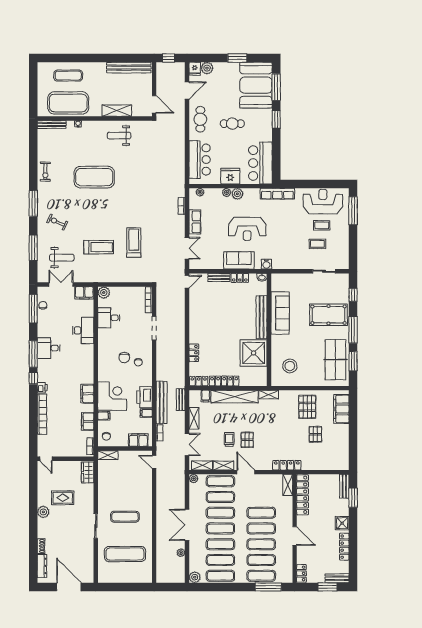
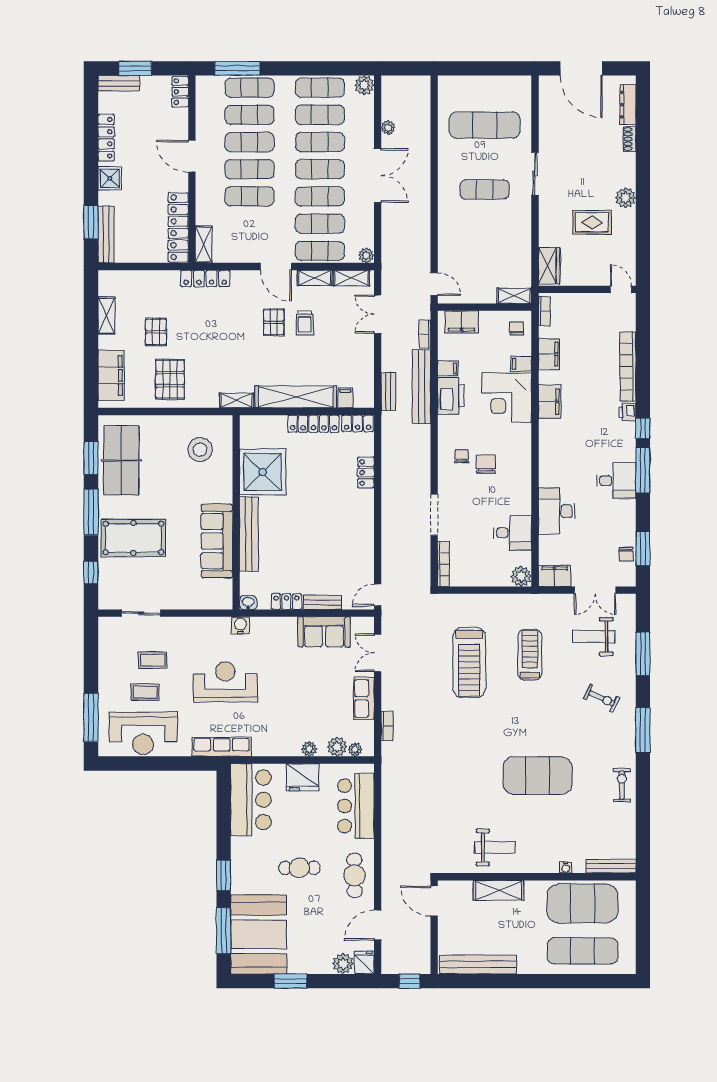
exercise mat: (68, 76) -> (582, 951), width x1.36, depth x1.45
plant: (237, 194) -> (337, 747), moved
reception desk: (247, 229) -> (225, 682), moved
treadmill: (134, 243) -> (469, 663), width x1.37, depth x1.38
treadmill: (99, 247) -> (530, 655), turned 90
sofa: (239, 260) -> (324, 632), moved
window: (33, 309) -> (643, 548), width x0.69
shelving: (194, 418) -> (107, 316), moved
bench: (344, 486) -> (106, 235), width x1.36

